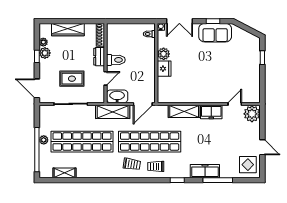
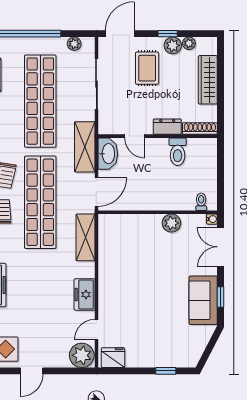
toilet: (116, 60) -> (178, 152), moved
fridge: (164, 69) -> (113, 358), moved, turned 180
rug: (72, 79) -> (147, 68), moved
door: (143, 104) -> (96, 192), swing flipped
door: (235, 104) -> (96, 330), swing flipped
shelving: (184, 111) -> (85, 237), moved
plant: (44, 140) -> (74, 44), moved

